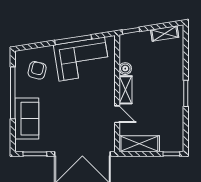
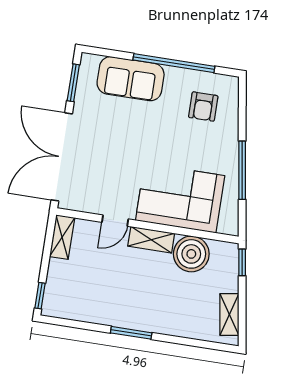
corner sofa: (82, 59) -> (180, 198), moved, turned 99
boiler: (125, 69) -> (191, 254), width x1.86, depth x1.86
armchair: (37, 70) -> (203, 107), turned 76
shelving: (139, 144) -> (62, 237), width x0.67, depth x0.75

